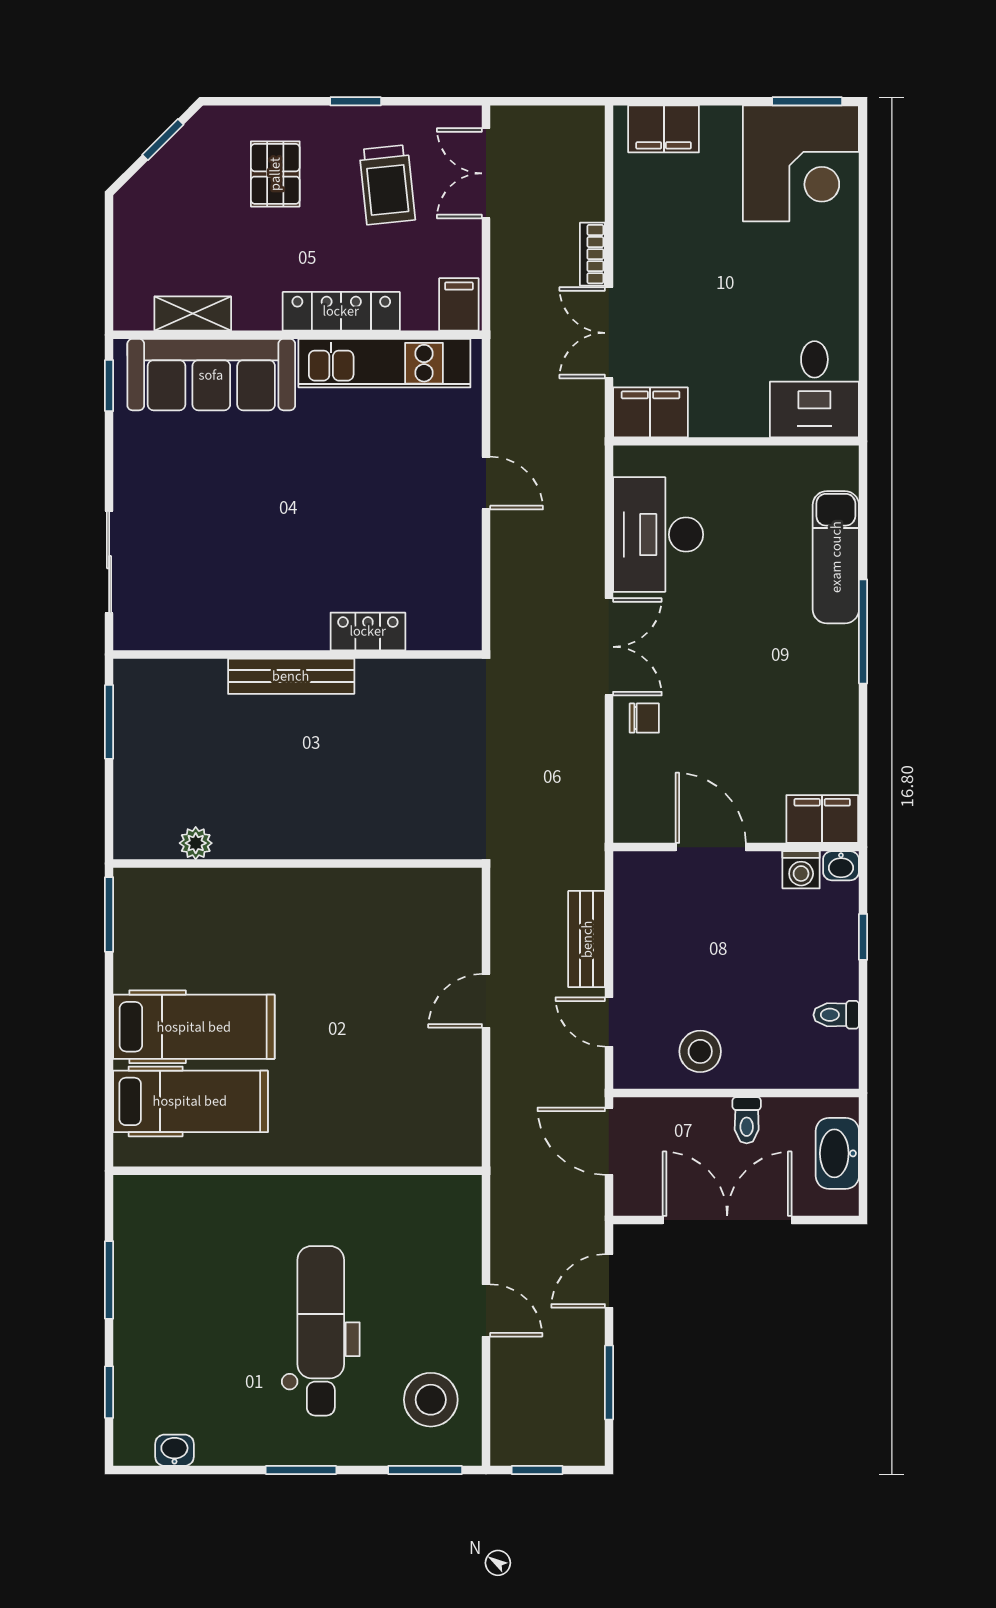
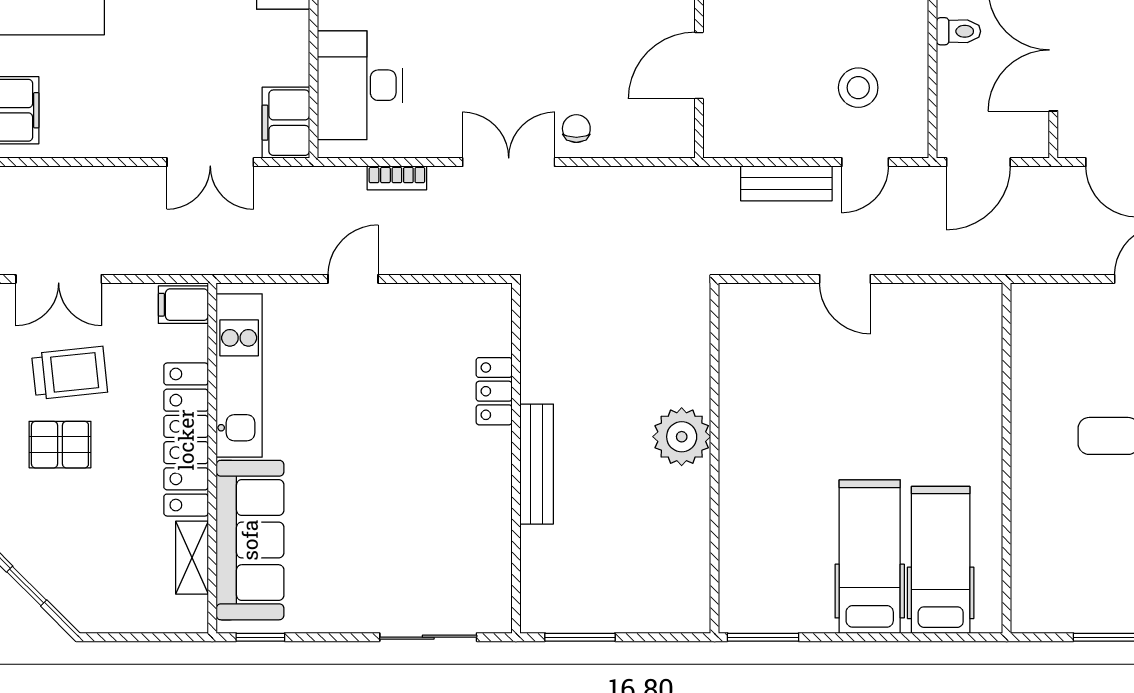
pallet: (275, 174) -> (60, 445), moved
bookcase: (592, 254) -> (397, 178), moved
locker: (341, 311) -> (186, 440), width x1.41, depth x1.21
desk: (658, 535) -> (360, 85), moved, turned 90
plant: (196, 843) -> (682, 437), moved, width x1.88, depth x1.88
stool: (700, 1051) -> (858, 88), moved

